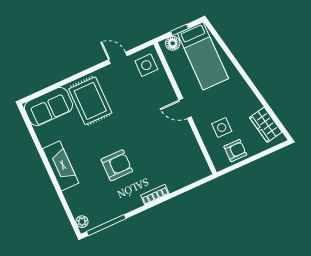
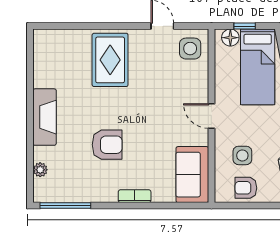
sofa: (48, 106) -> (192, 175), moved, turned 90
armchair: (235, 151) -> (246, 188), turned 180
plant: (82, 222) -> (40, 170), moved

